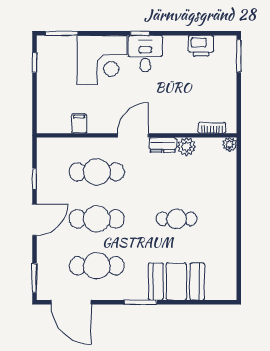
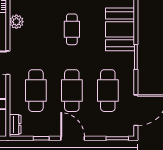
dresser: (163, 145) -> (15, 124), moved

